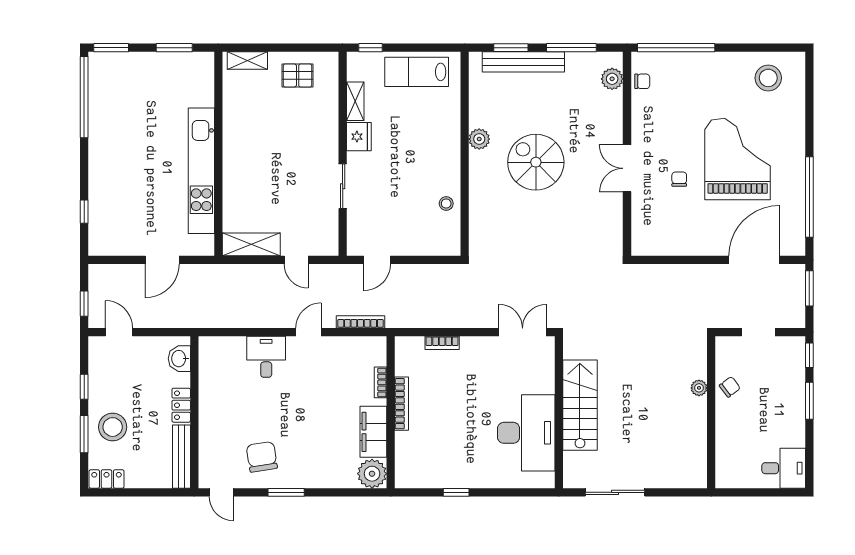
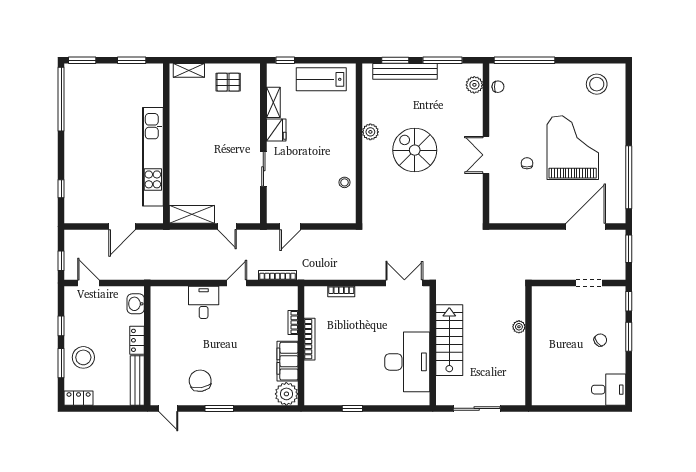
chair: (730, 387) -> (600, 340), moved
plant: (699, 388) -> (519, 327), moved
wall: (711, 412) -> (528, 346), moved

